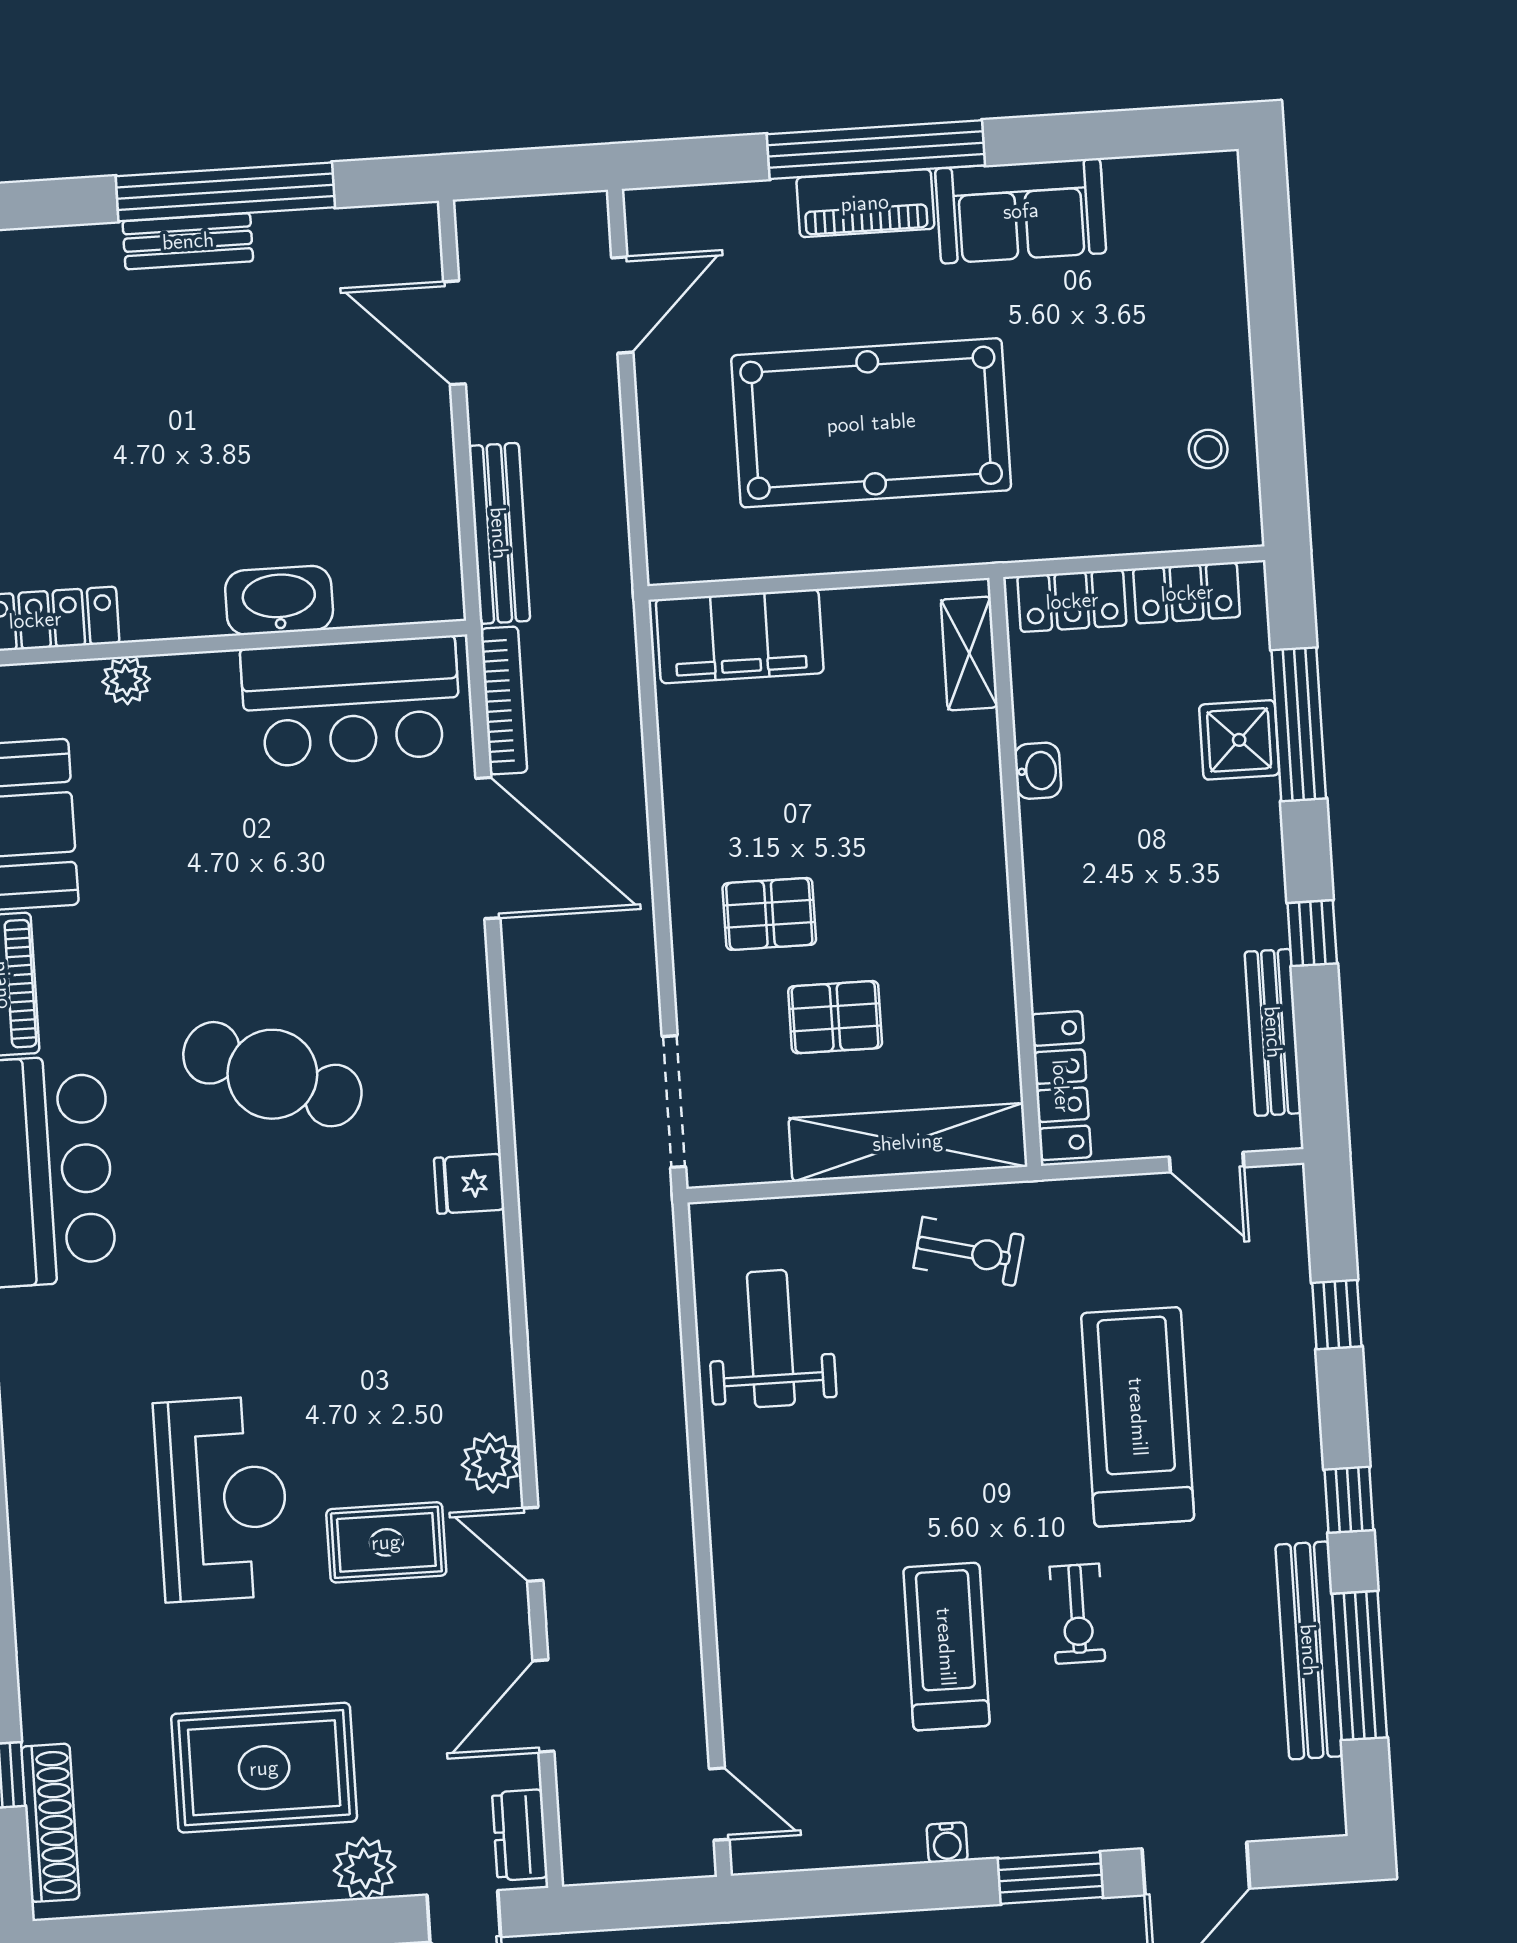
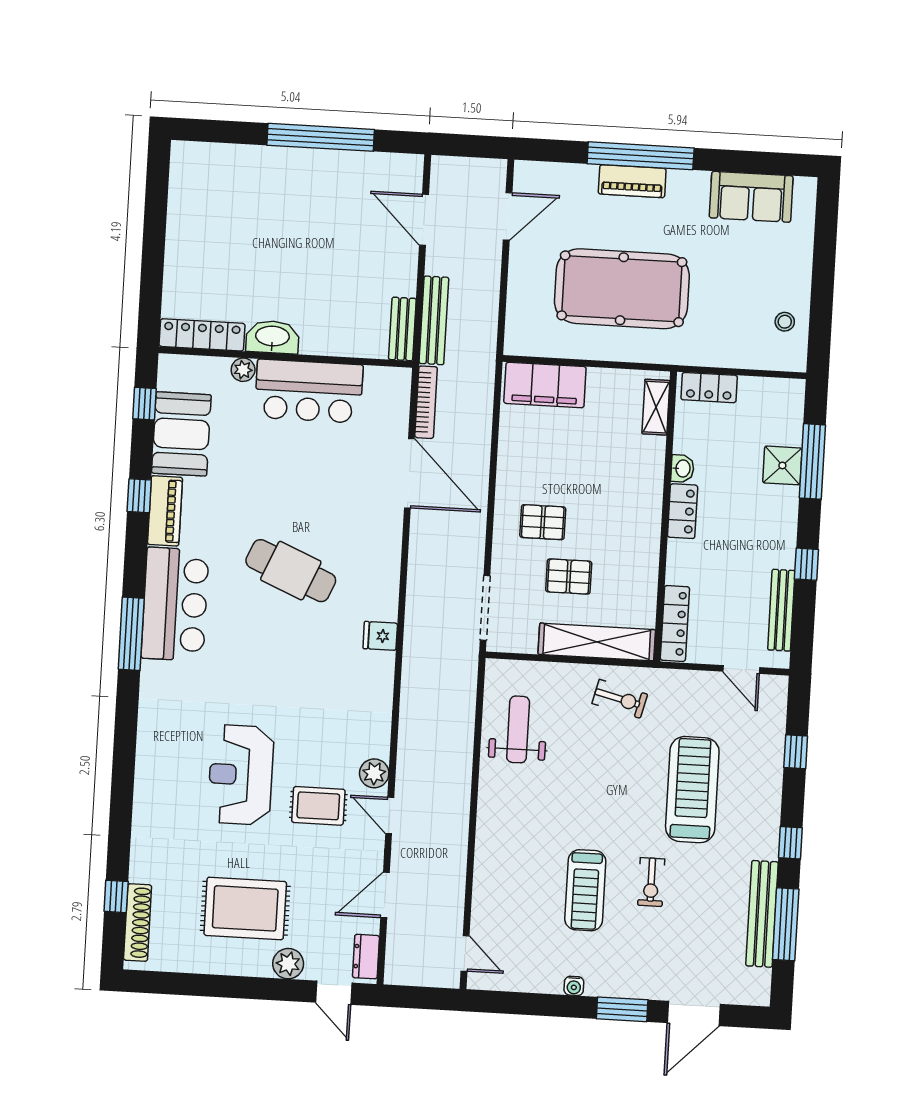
sofa: (1021, 211) -> (751, 197), moved
bench: (188, 241) -> (402, 329), moved, turned 90
locker: (1187, 593) -> (683, 511), moved, turned -90
washbasin: (279, 600) -> (272, 337), moved
bar counter: (351, 702) -> (309, 391), moved
reception desk: (222, 1499) -> (241, 775), turned 180
treadmill: (946, 1647) -> (585, 890), turned 180

